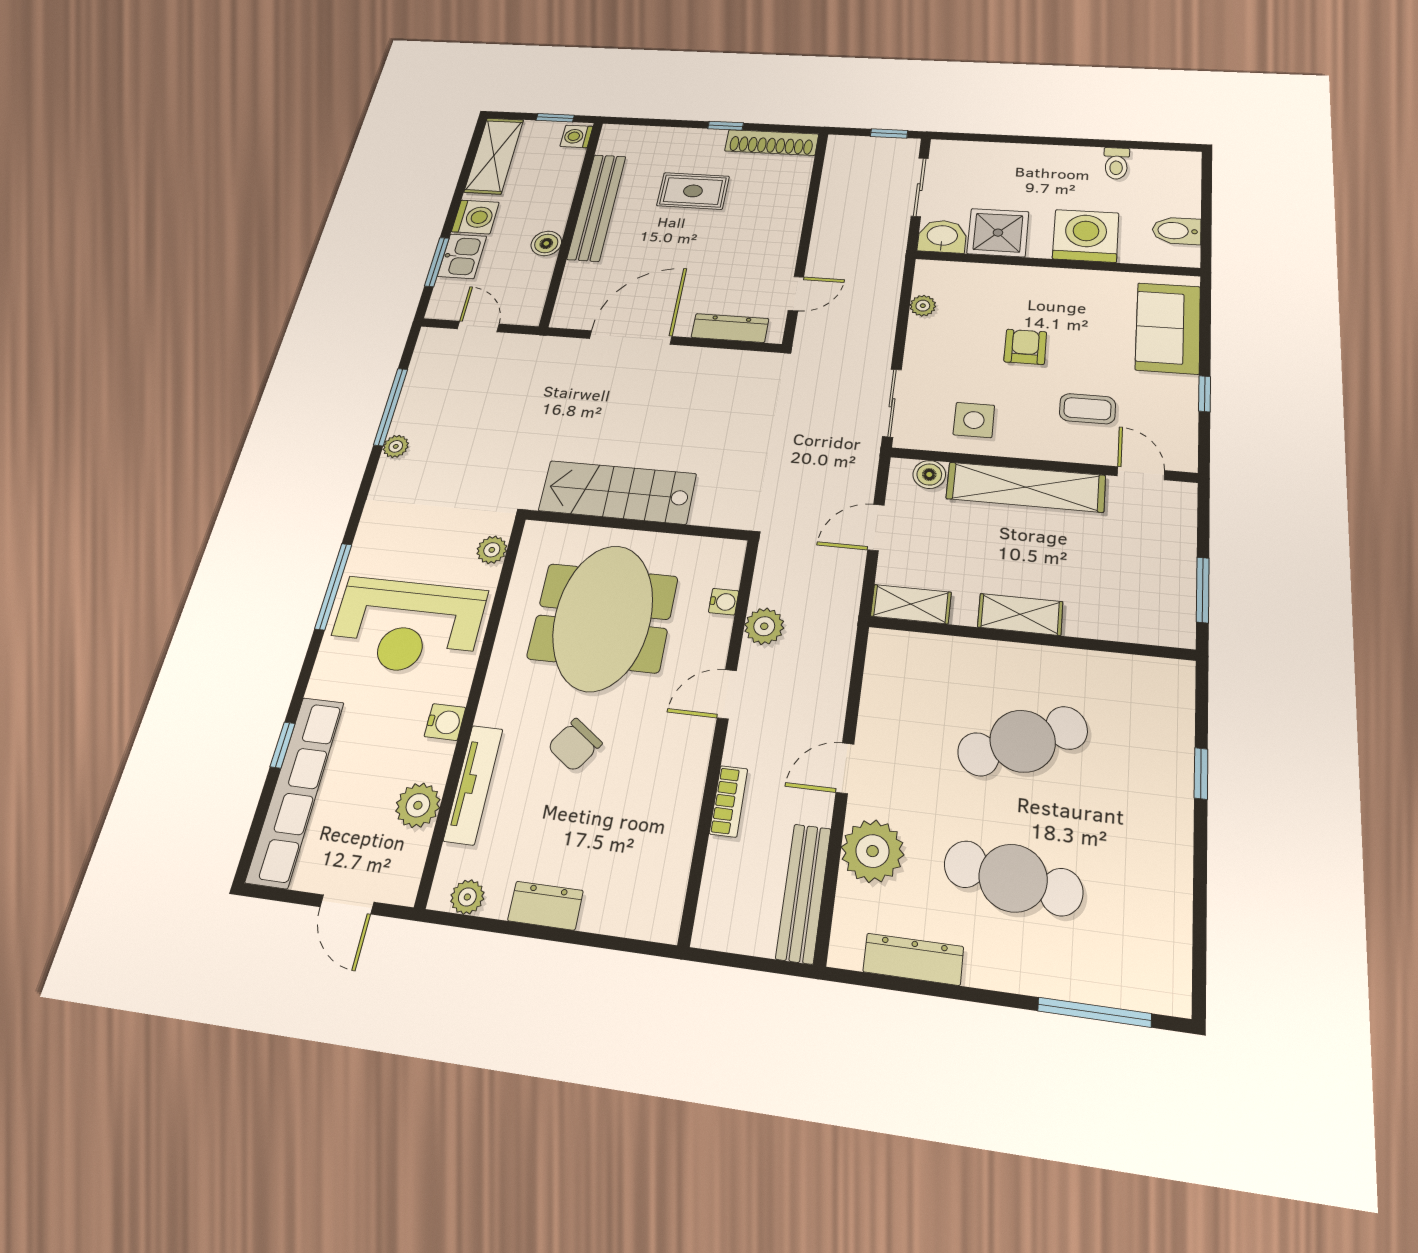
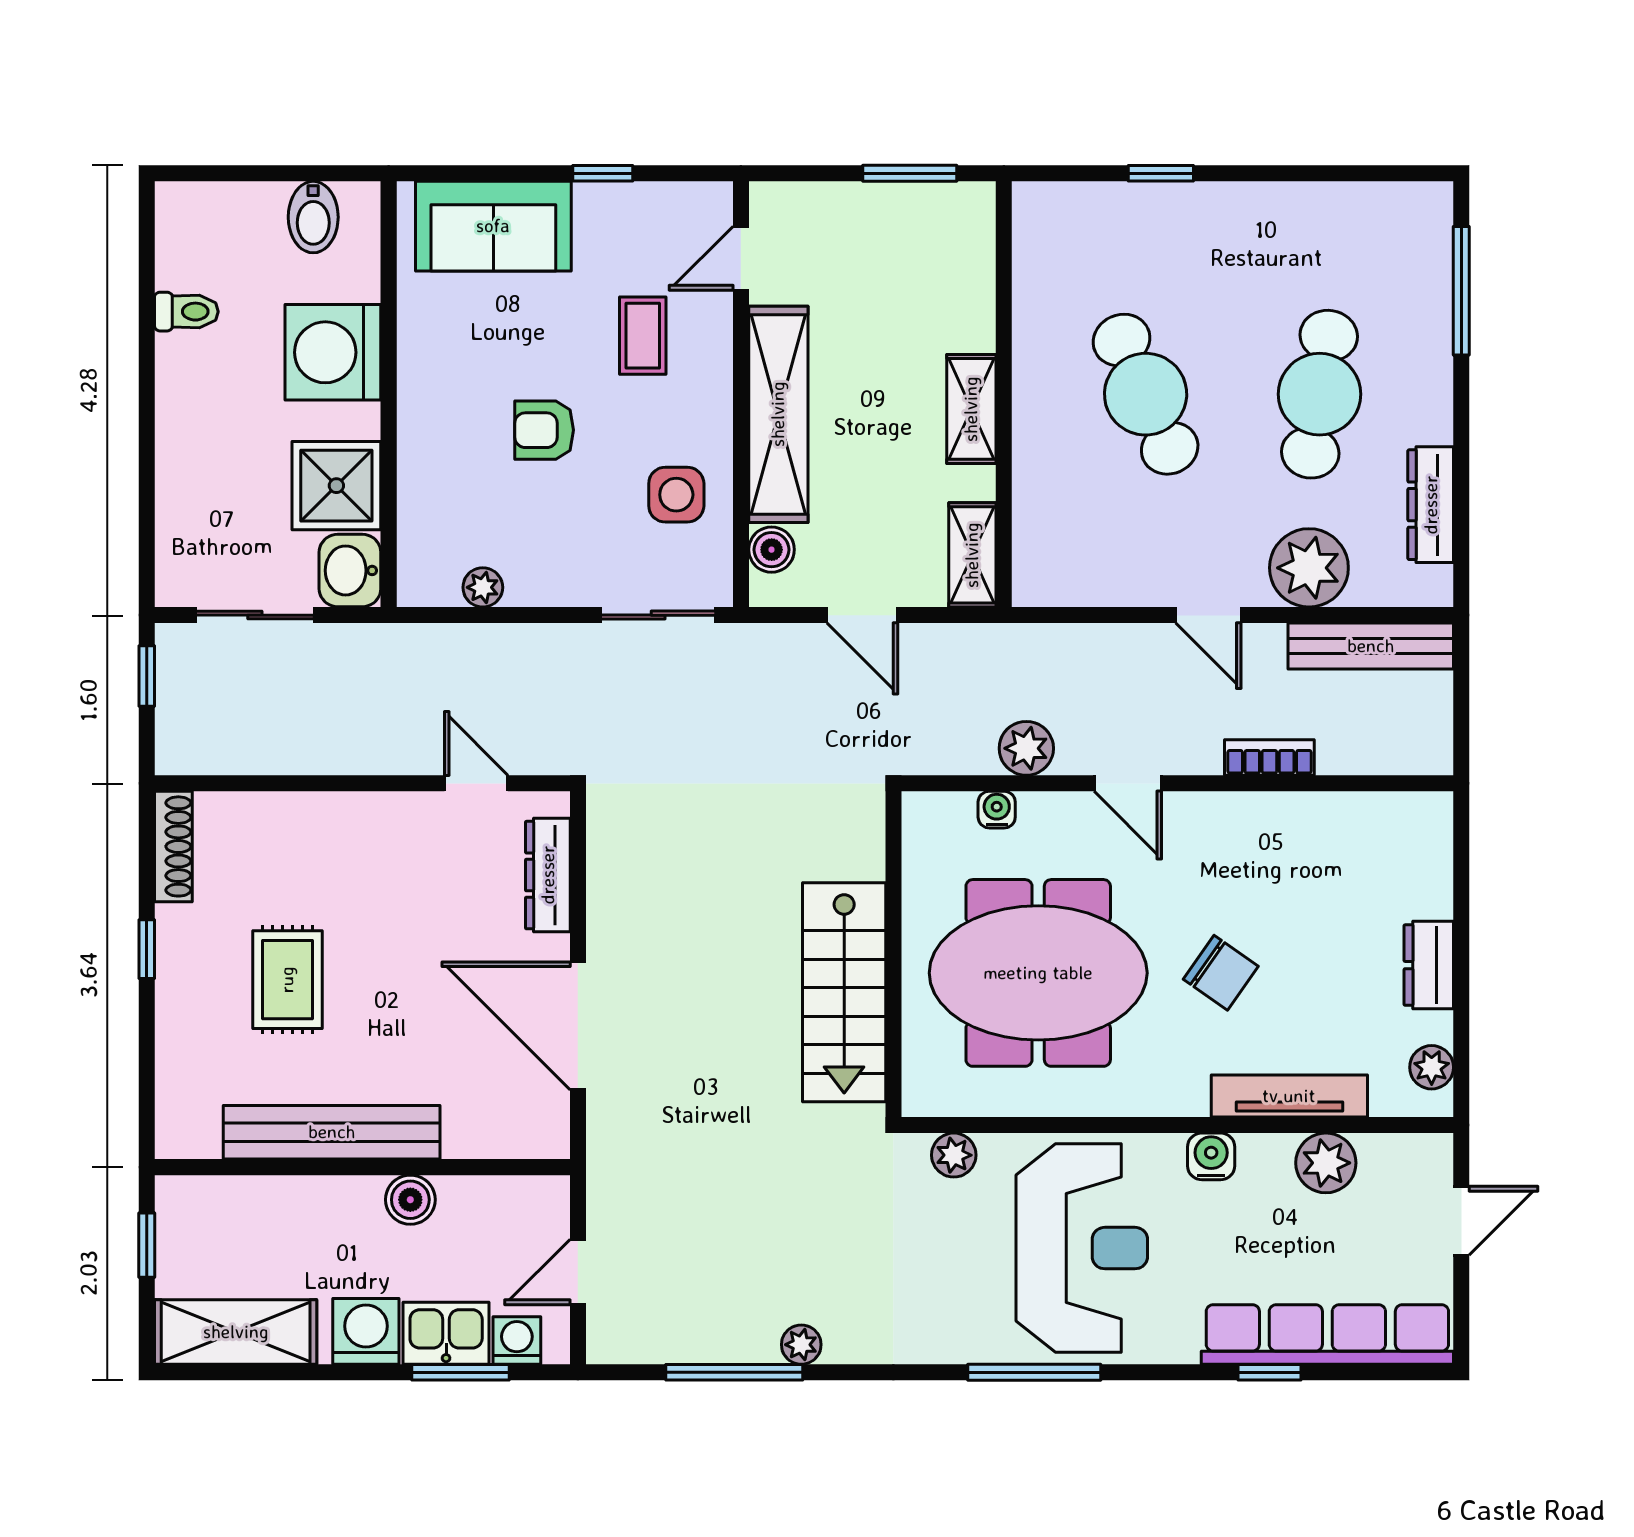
washing machine: (577, 136) -> (517, 1341), moved, turned 180
shoe rack: (772, 142) -> (173, 846), width x0.74, depth x0.81

